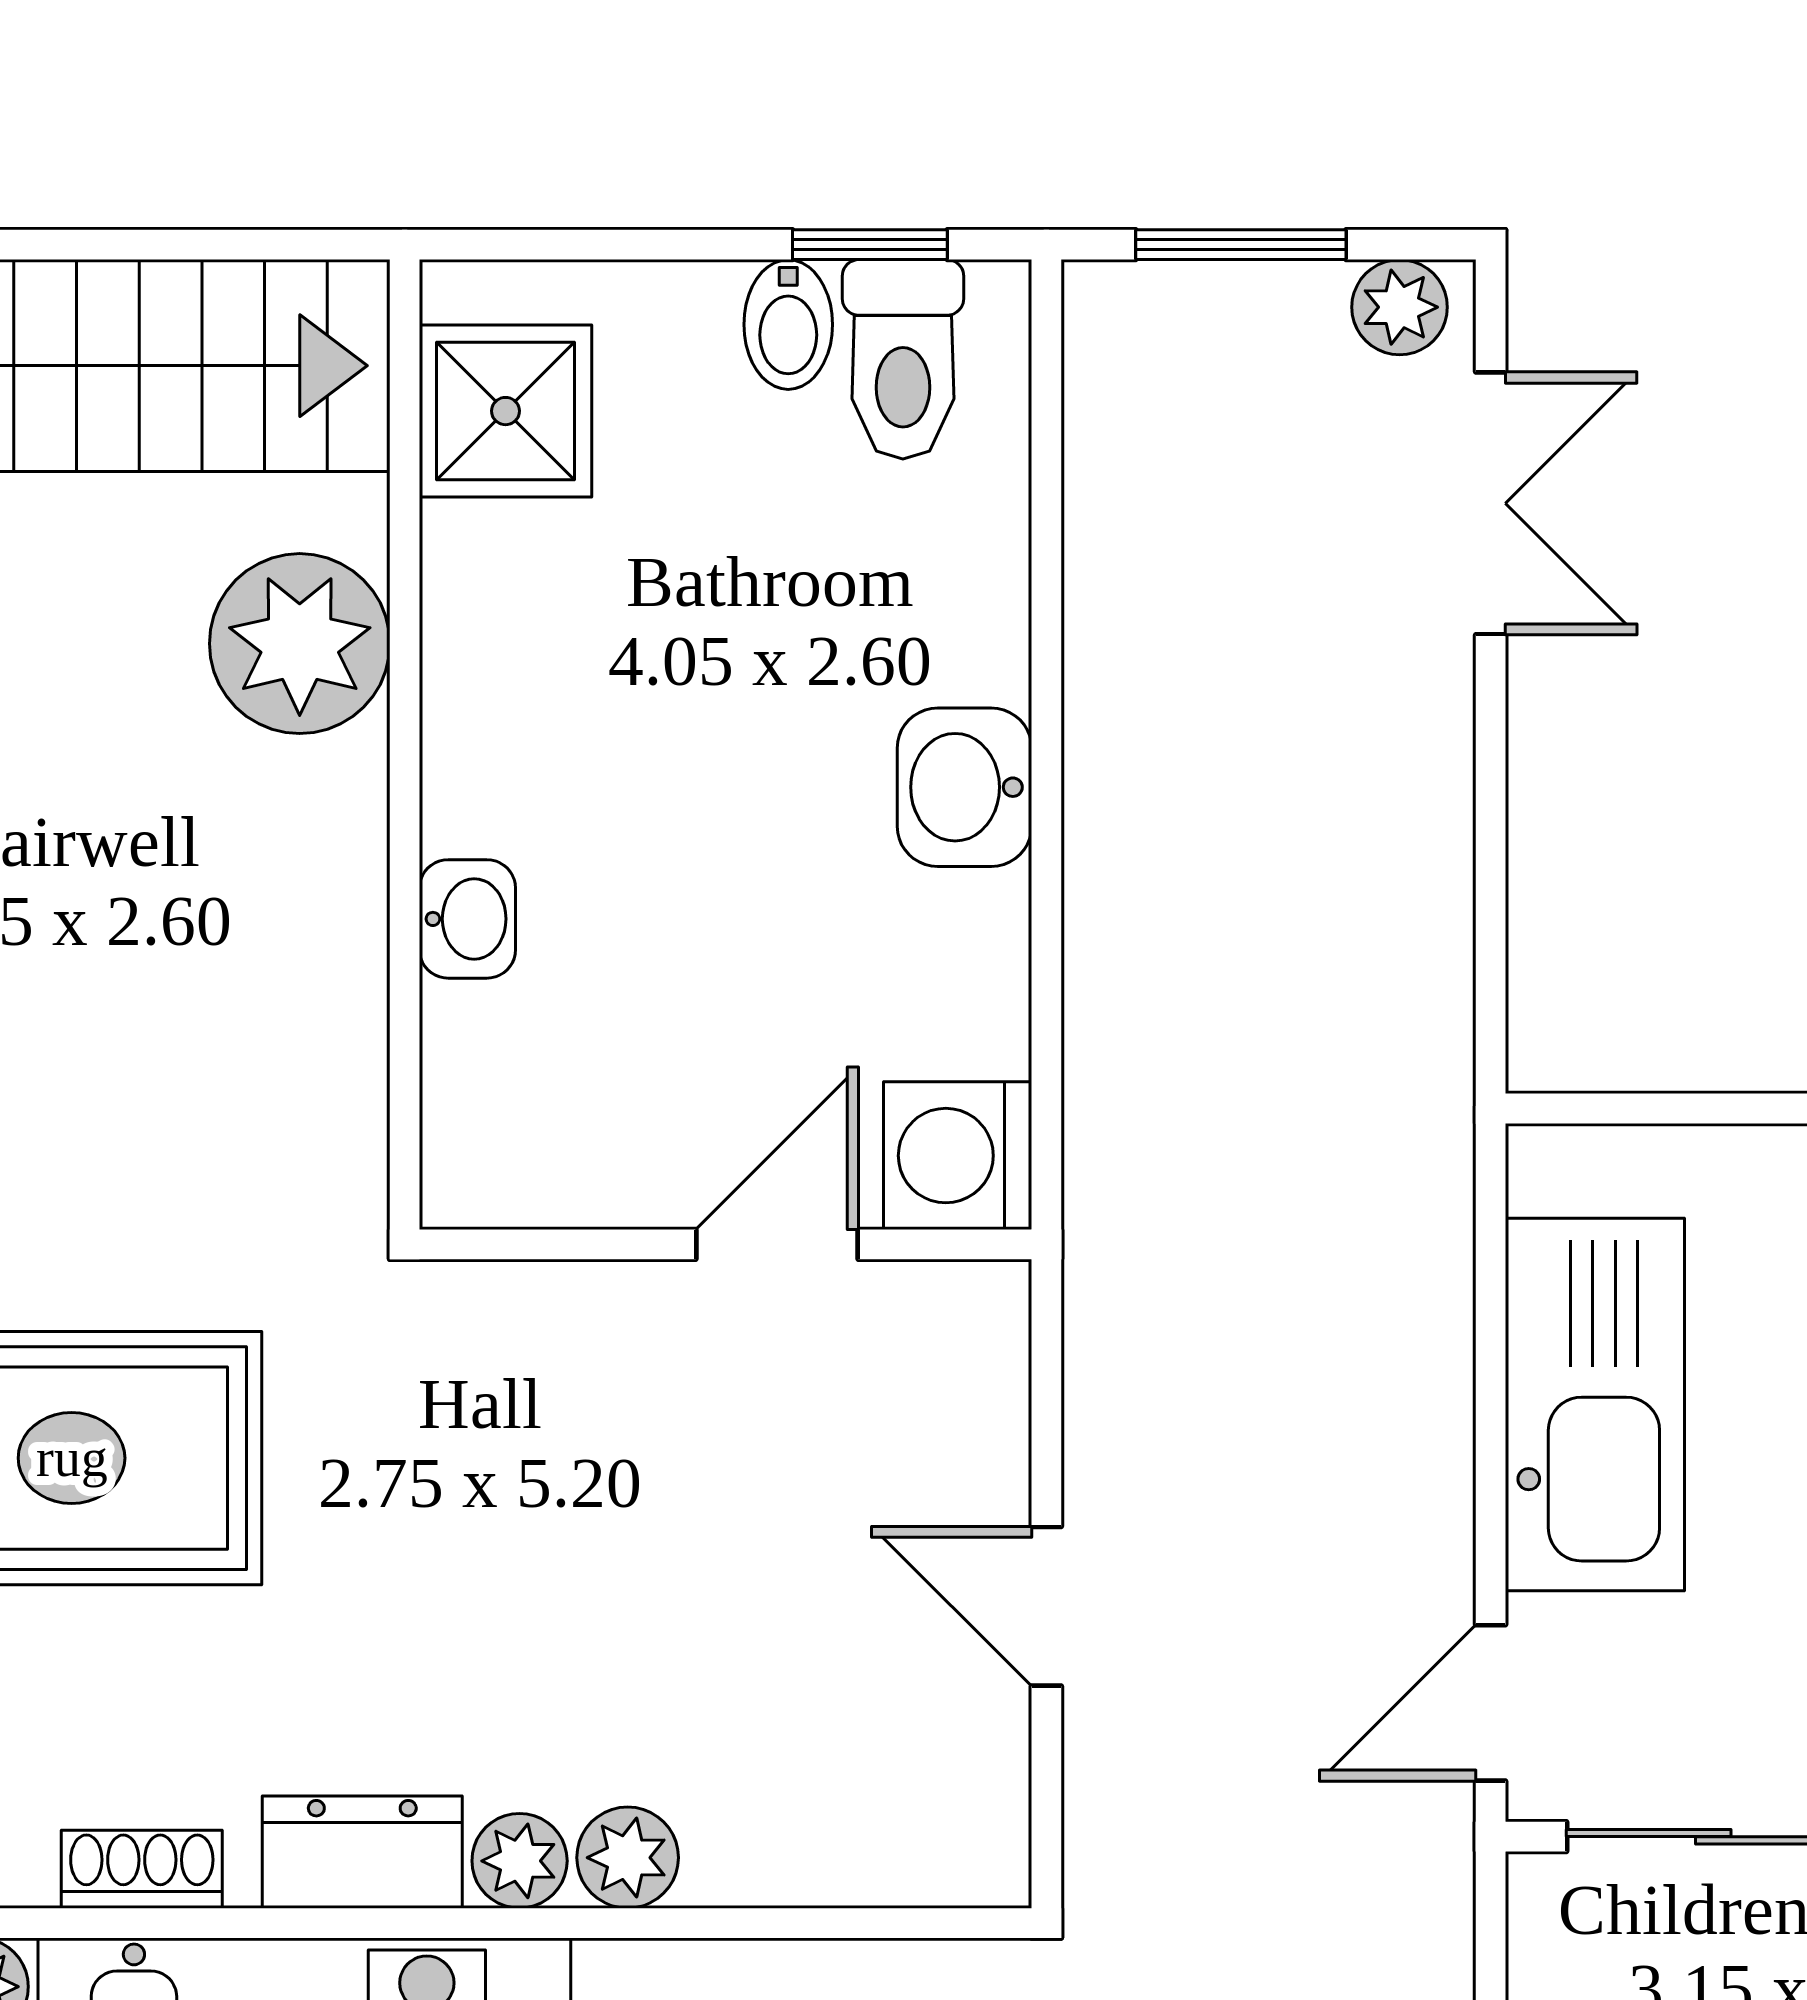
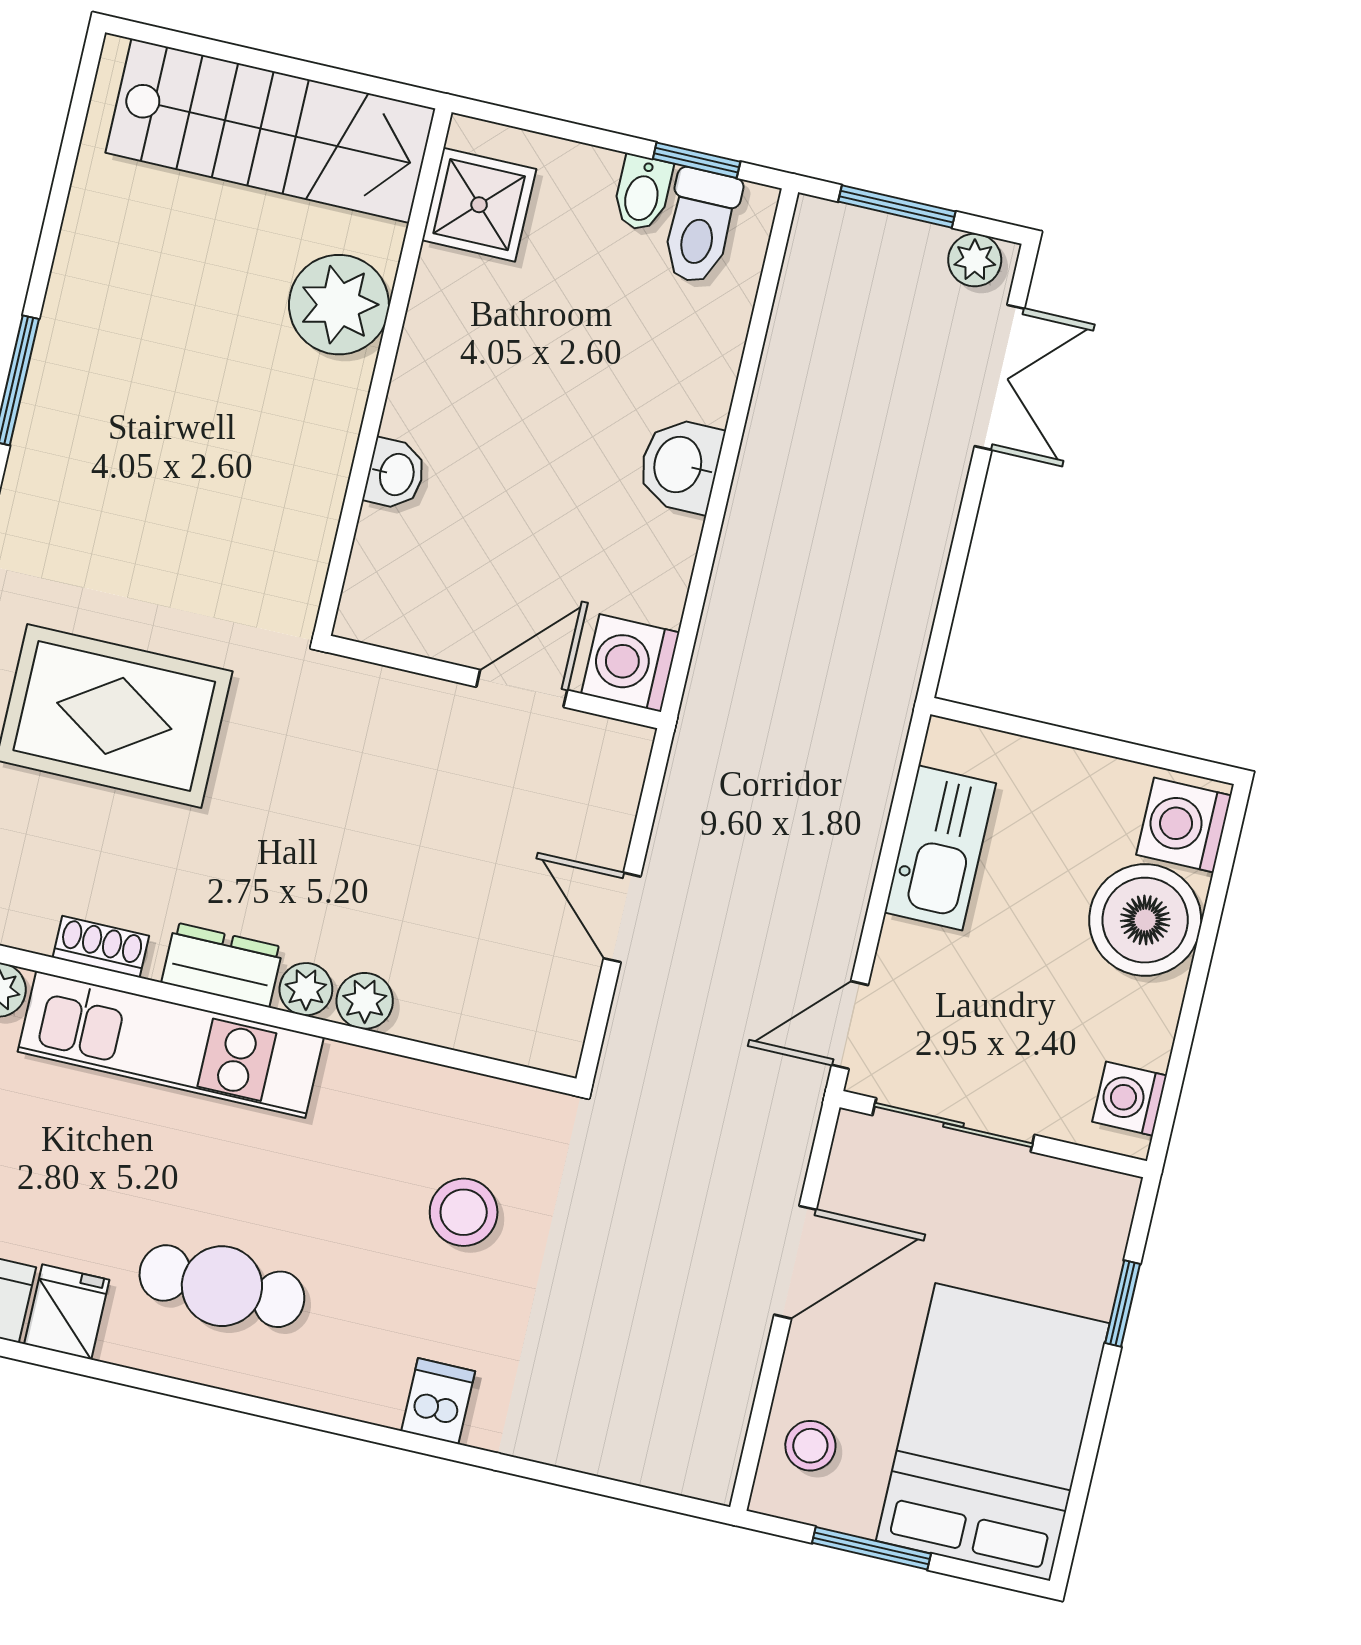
kitchen sink: (1595, 1405) -> (940, 848), width x0.73, depth x0.81

